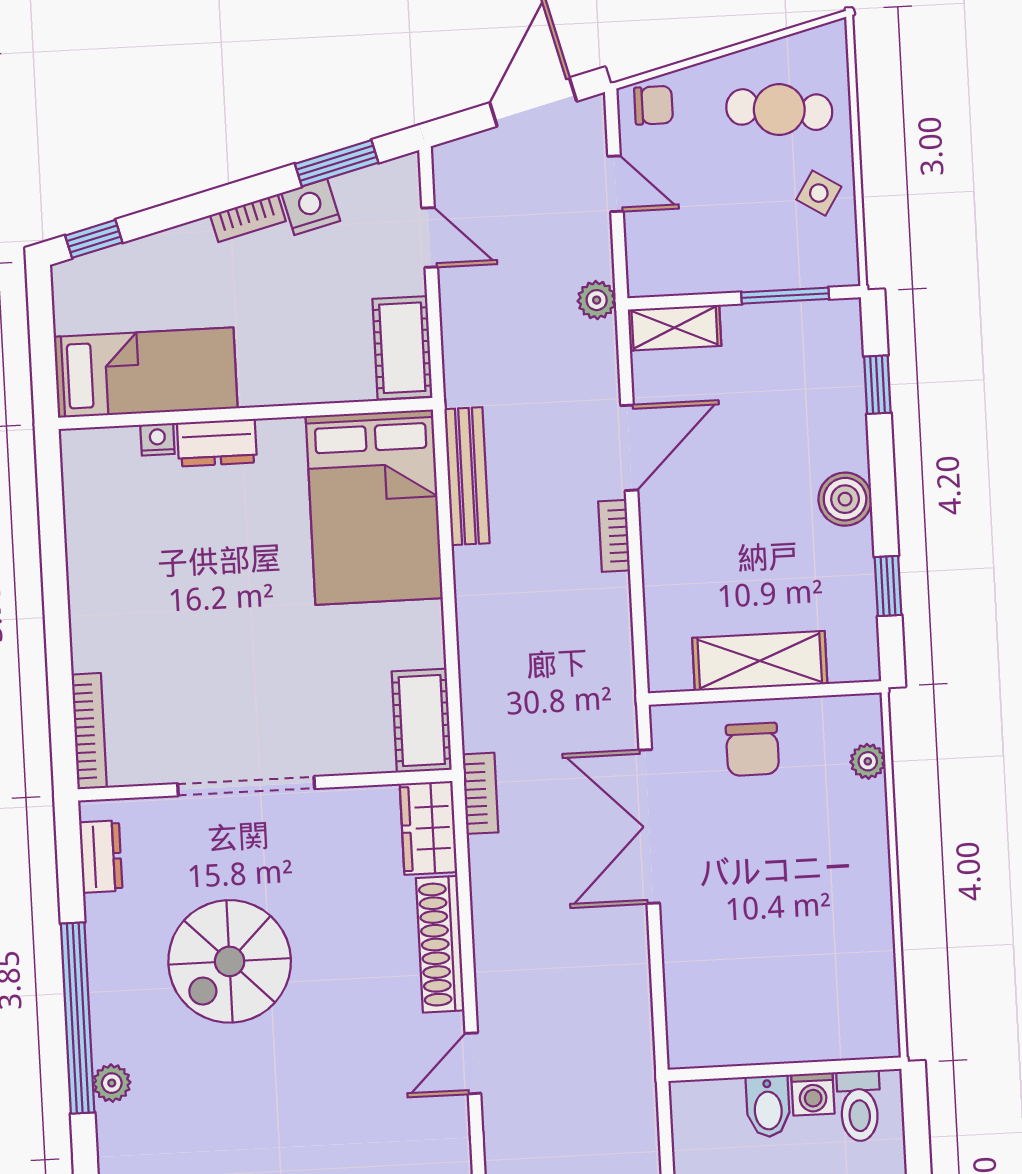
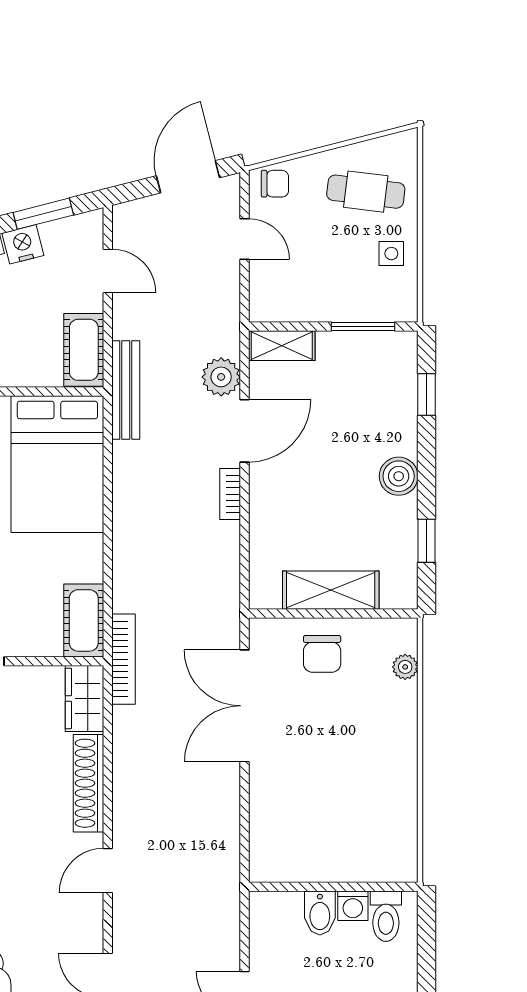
side table: (819, 193) -> (391, 254), turned -32
plant: (597, 300) -> (221, 377), moved, width x1.38, depth x1.38
bench: (467, 476) -> (126, 390), moved
bookcase: (480, 793) -> (123, 659), width x1.56

